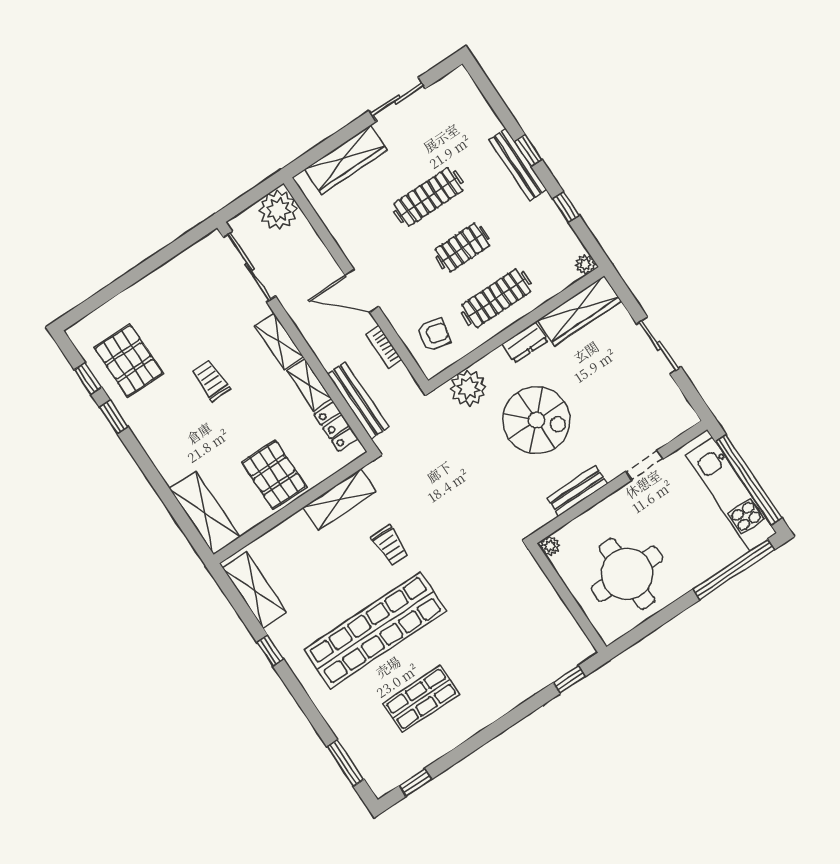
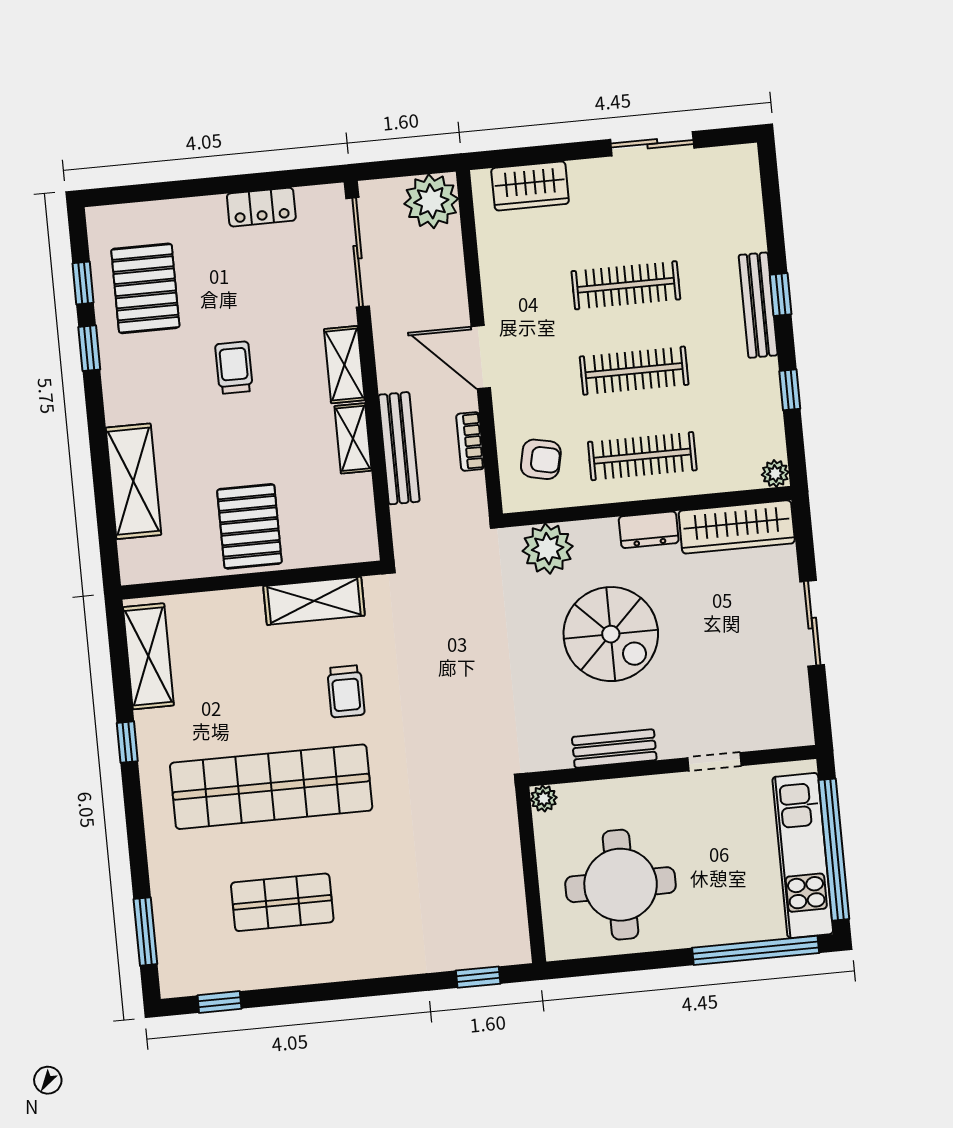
wardrobe: (346, 160) -> (530, 186), width x0.67
clothes rail: (462, 248) -> (634, 371), width x1.36
bench: (358, 401) -> (399, 448), moved
locker: (336, 427) -> (261, 207), moved, turned -90
shelving: (205, 513) -> (133, 481), moved

